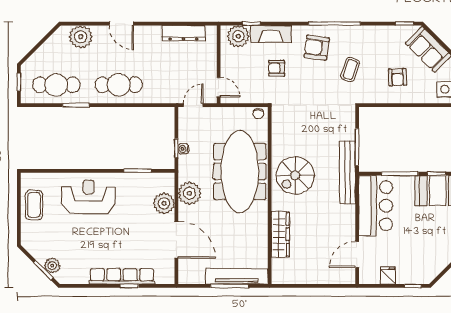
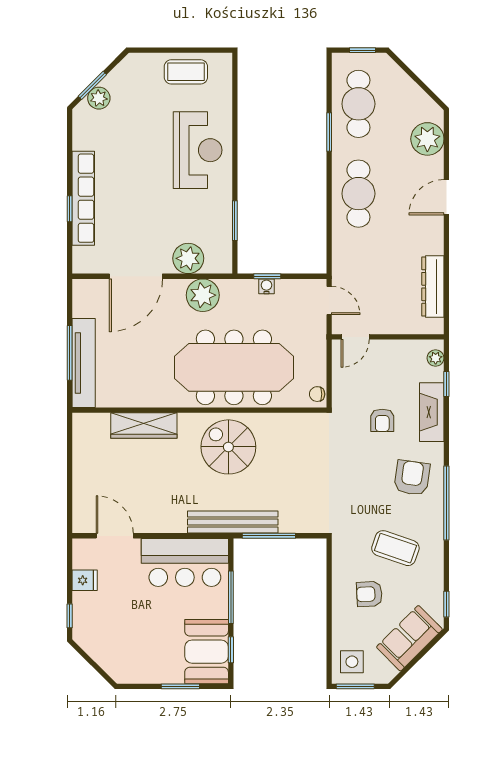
plant: (238, 36) -> (436, 358), width x0.53, depth x0.53
armchair: (277, 68) -> (382, 420), turned 180
coffee table: (350, 69) -> (395, 548), moved, width x1.36, depth x1.30

